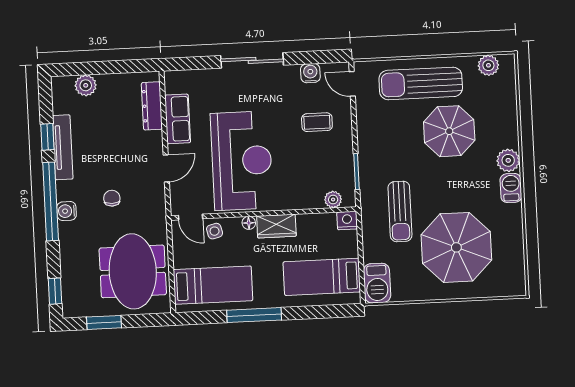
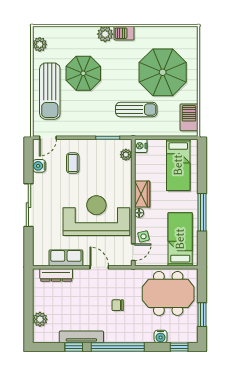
water cooler: (67, 211) -> (161, 336), moved
barbecue: (377, 283) -> (189, 117), moved, turned -90

